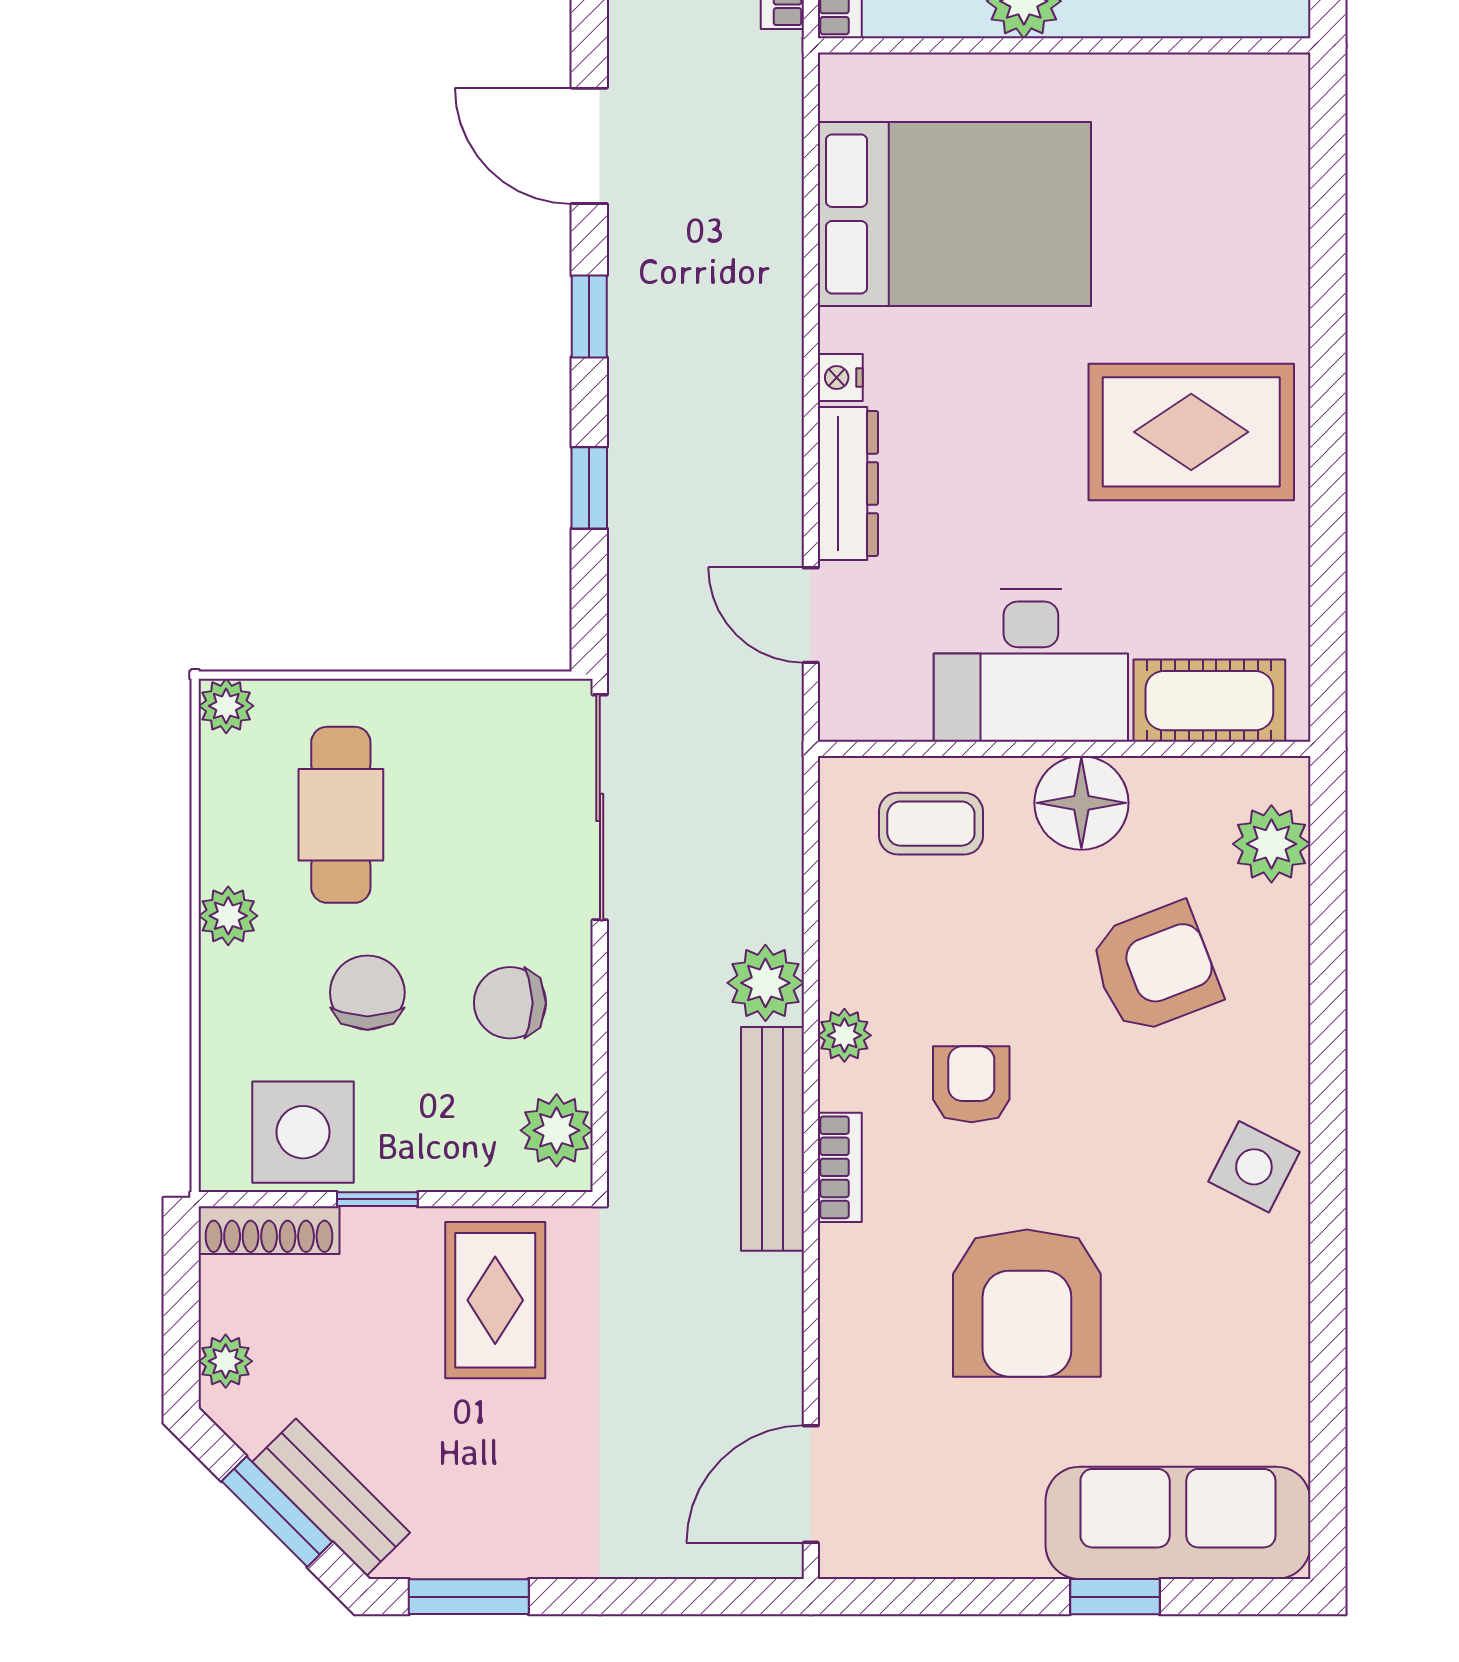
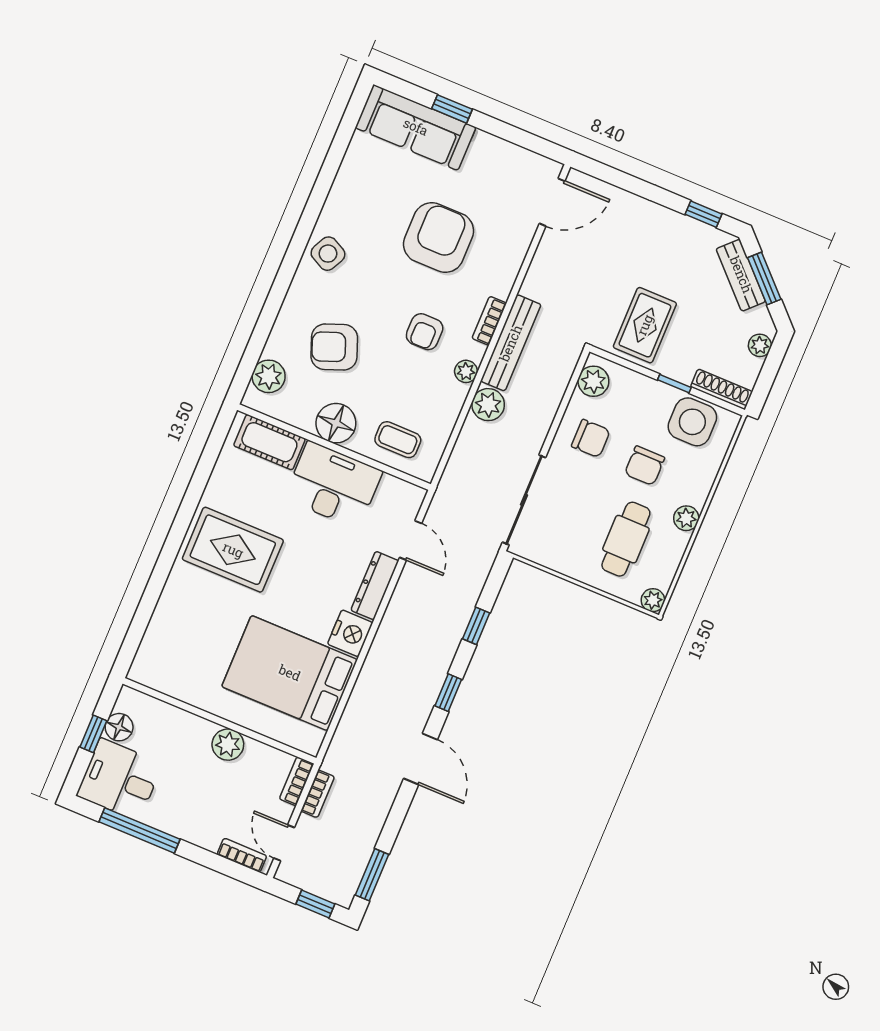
nightstand: (840, 378) -> (350, 633), width x1.89, depth x1.79
window: (469, 1597) -> (703, 214), width x0.67

